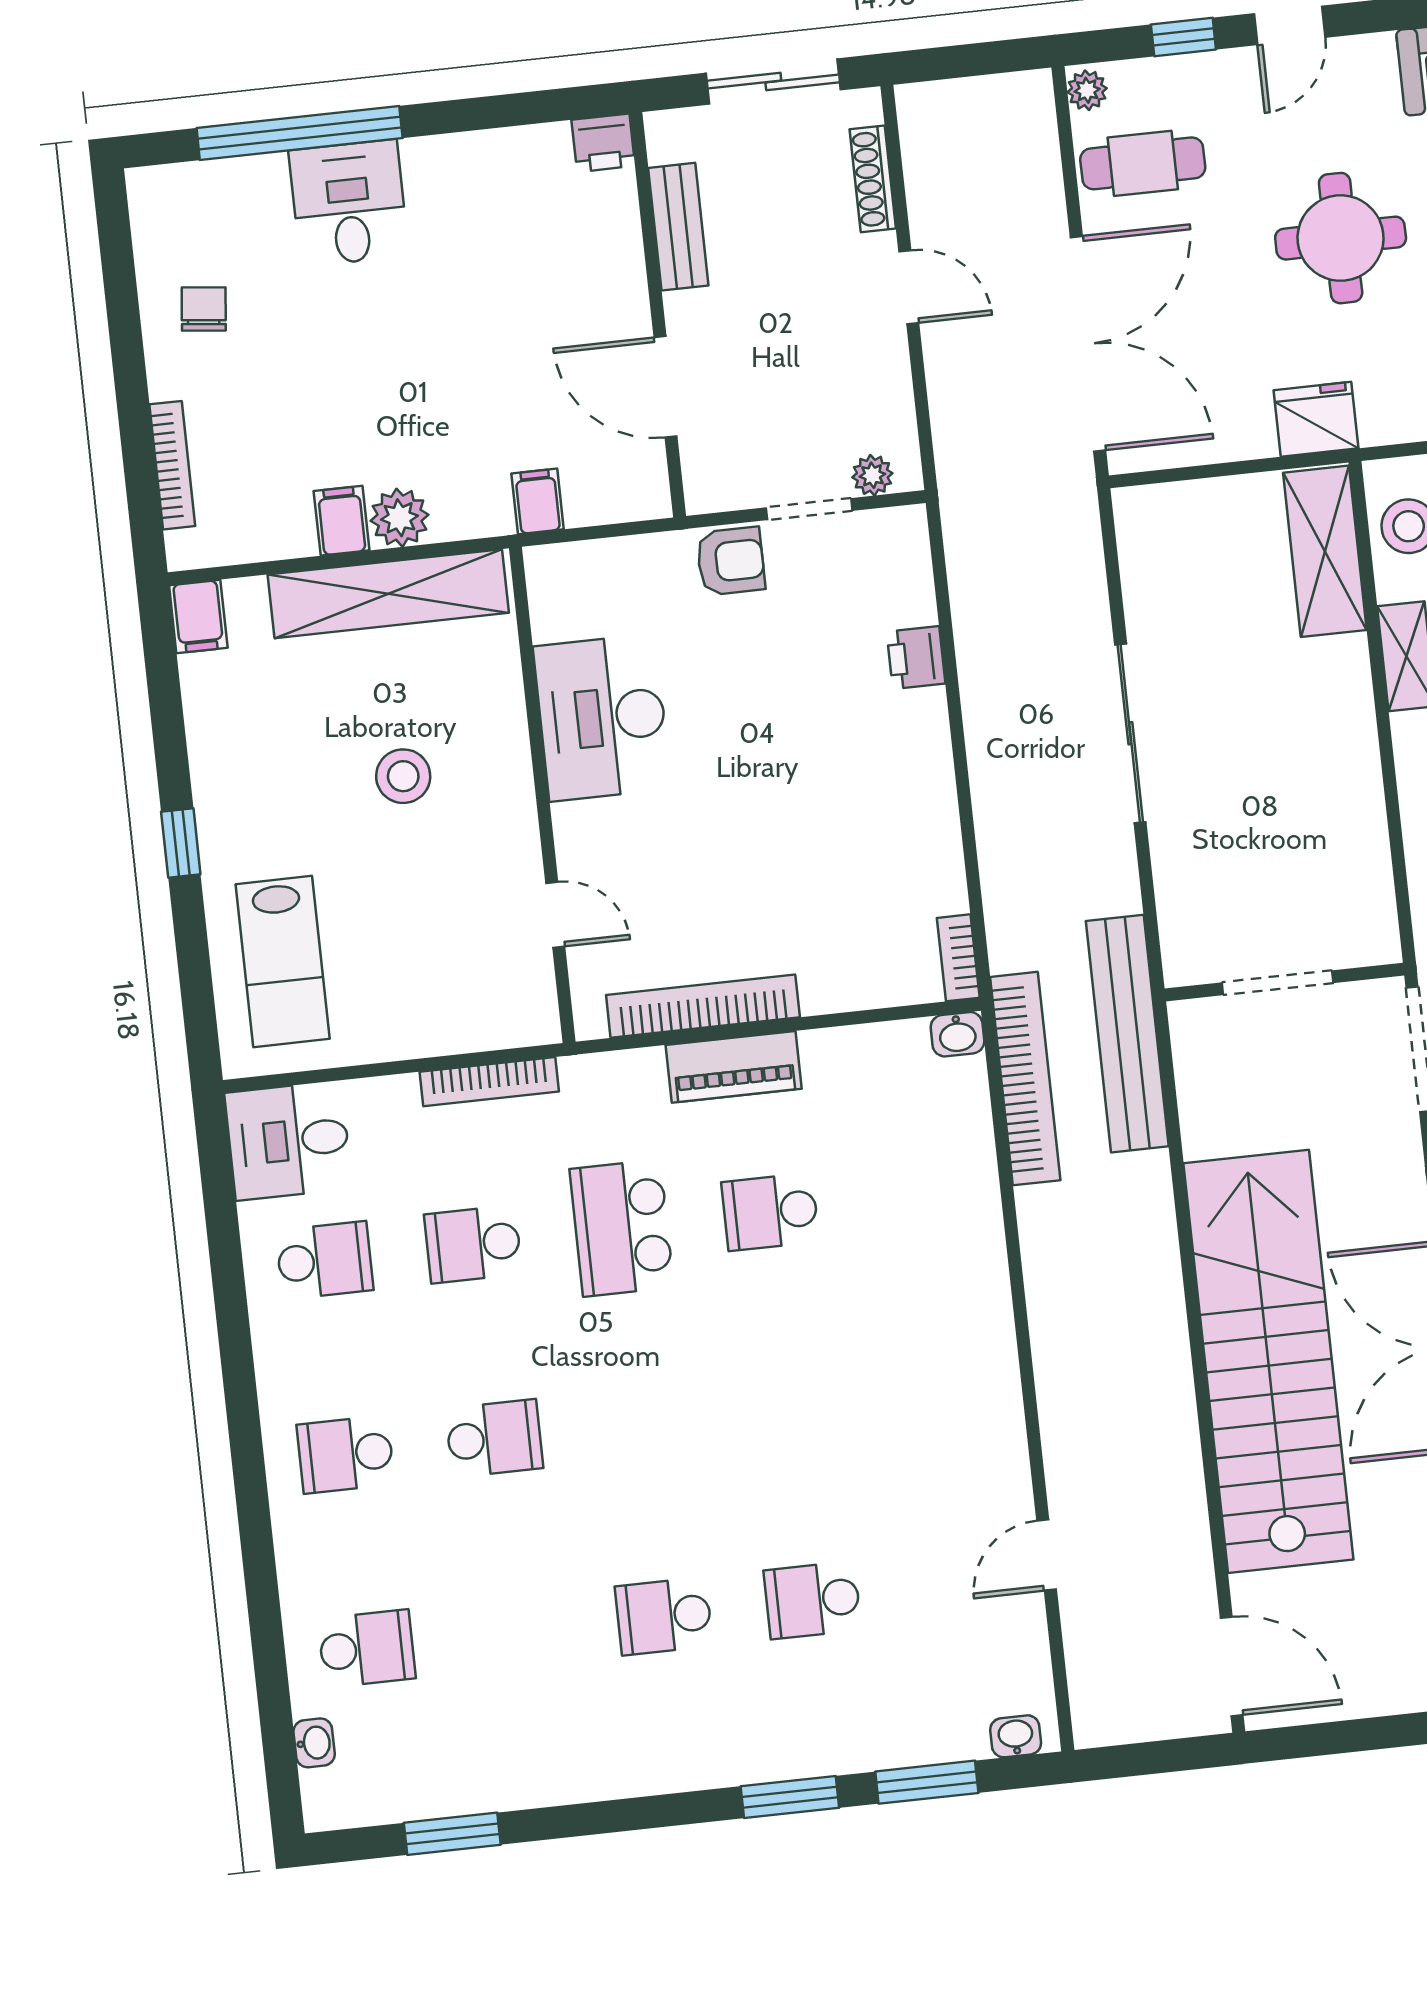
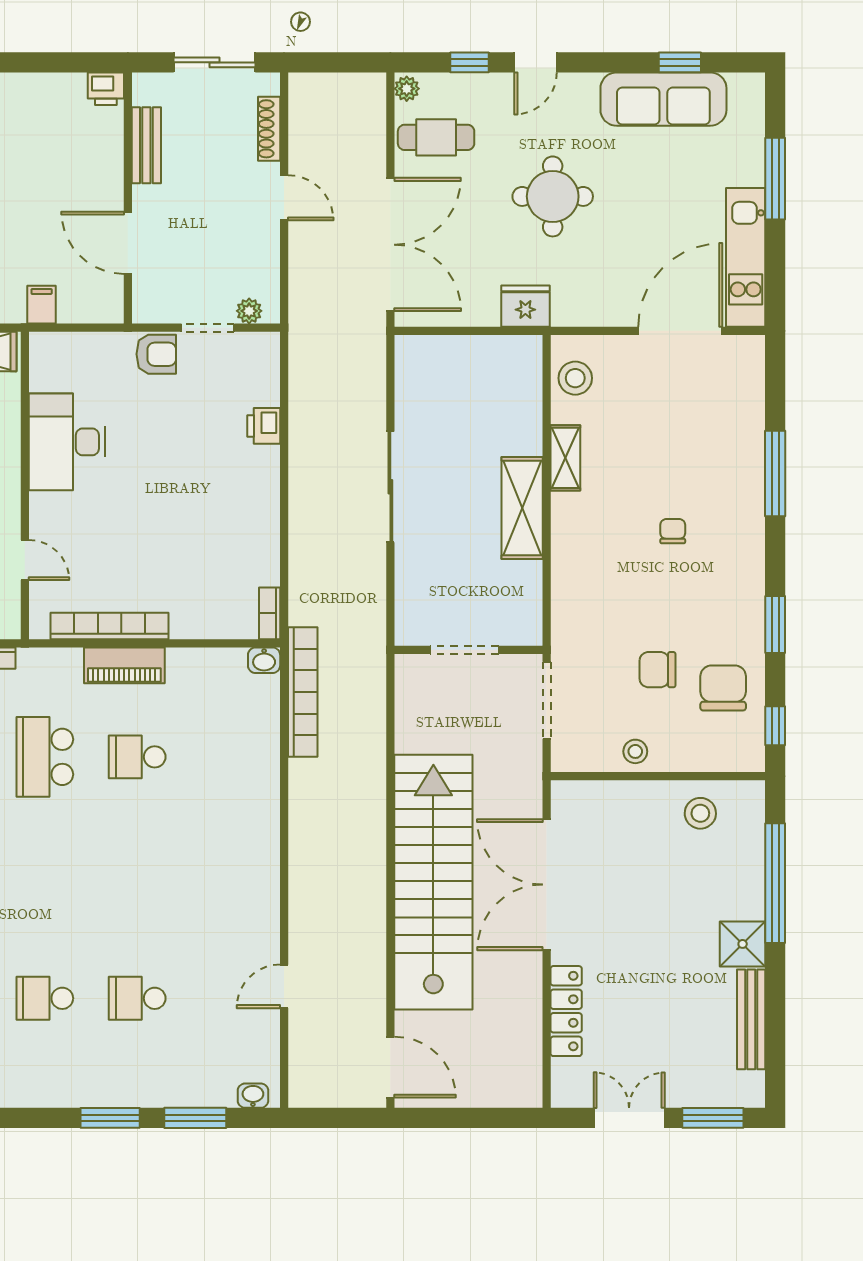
shelving: (1325, 551) -> (522, 508), moved
bench: (1127, 1034) -> (368, 671), removed

